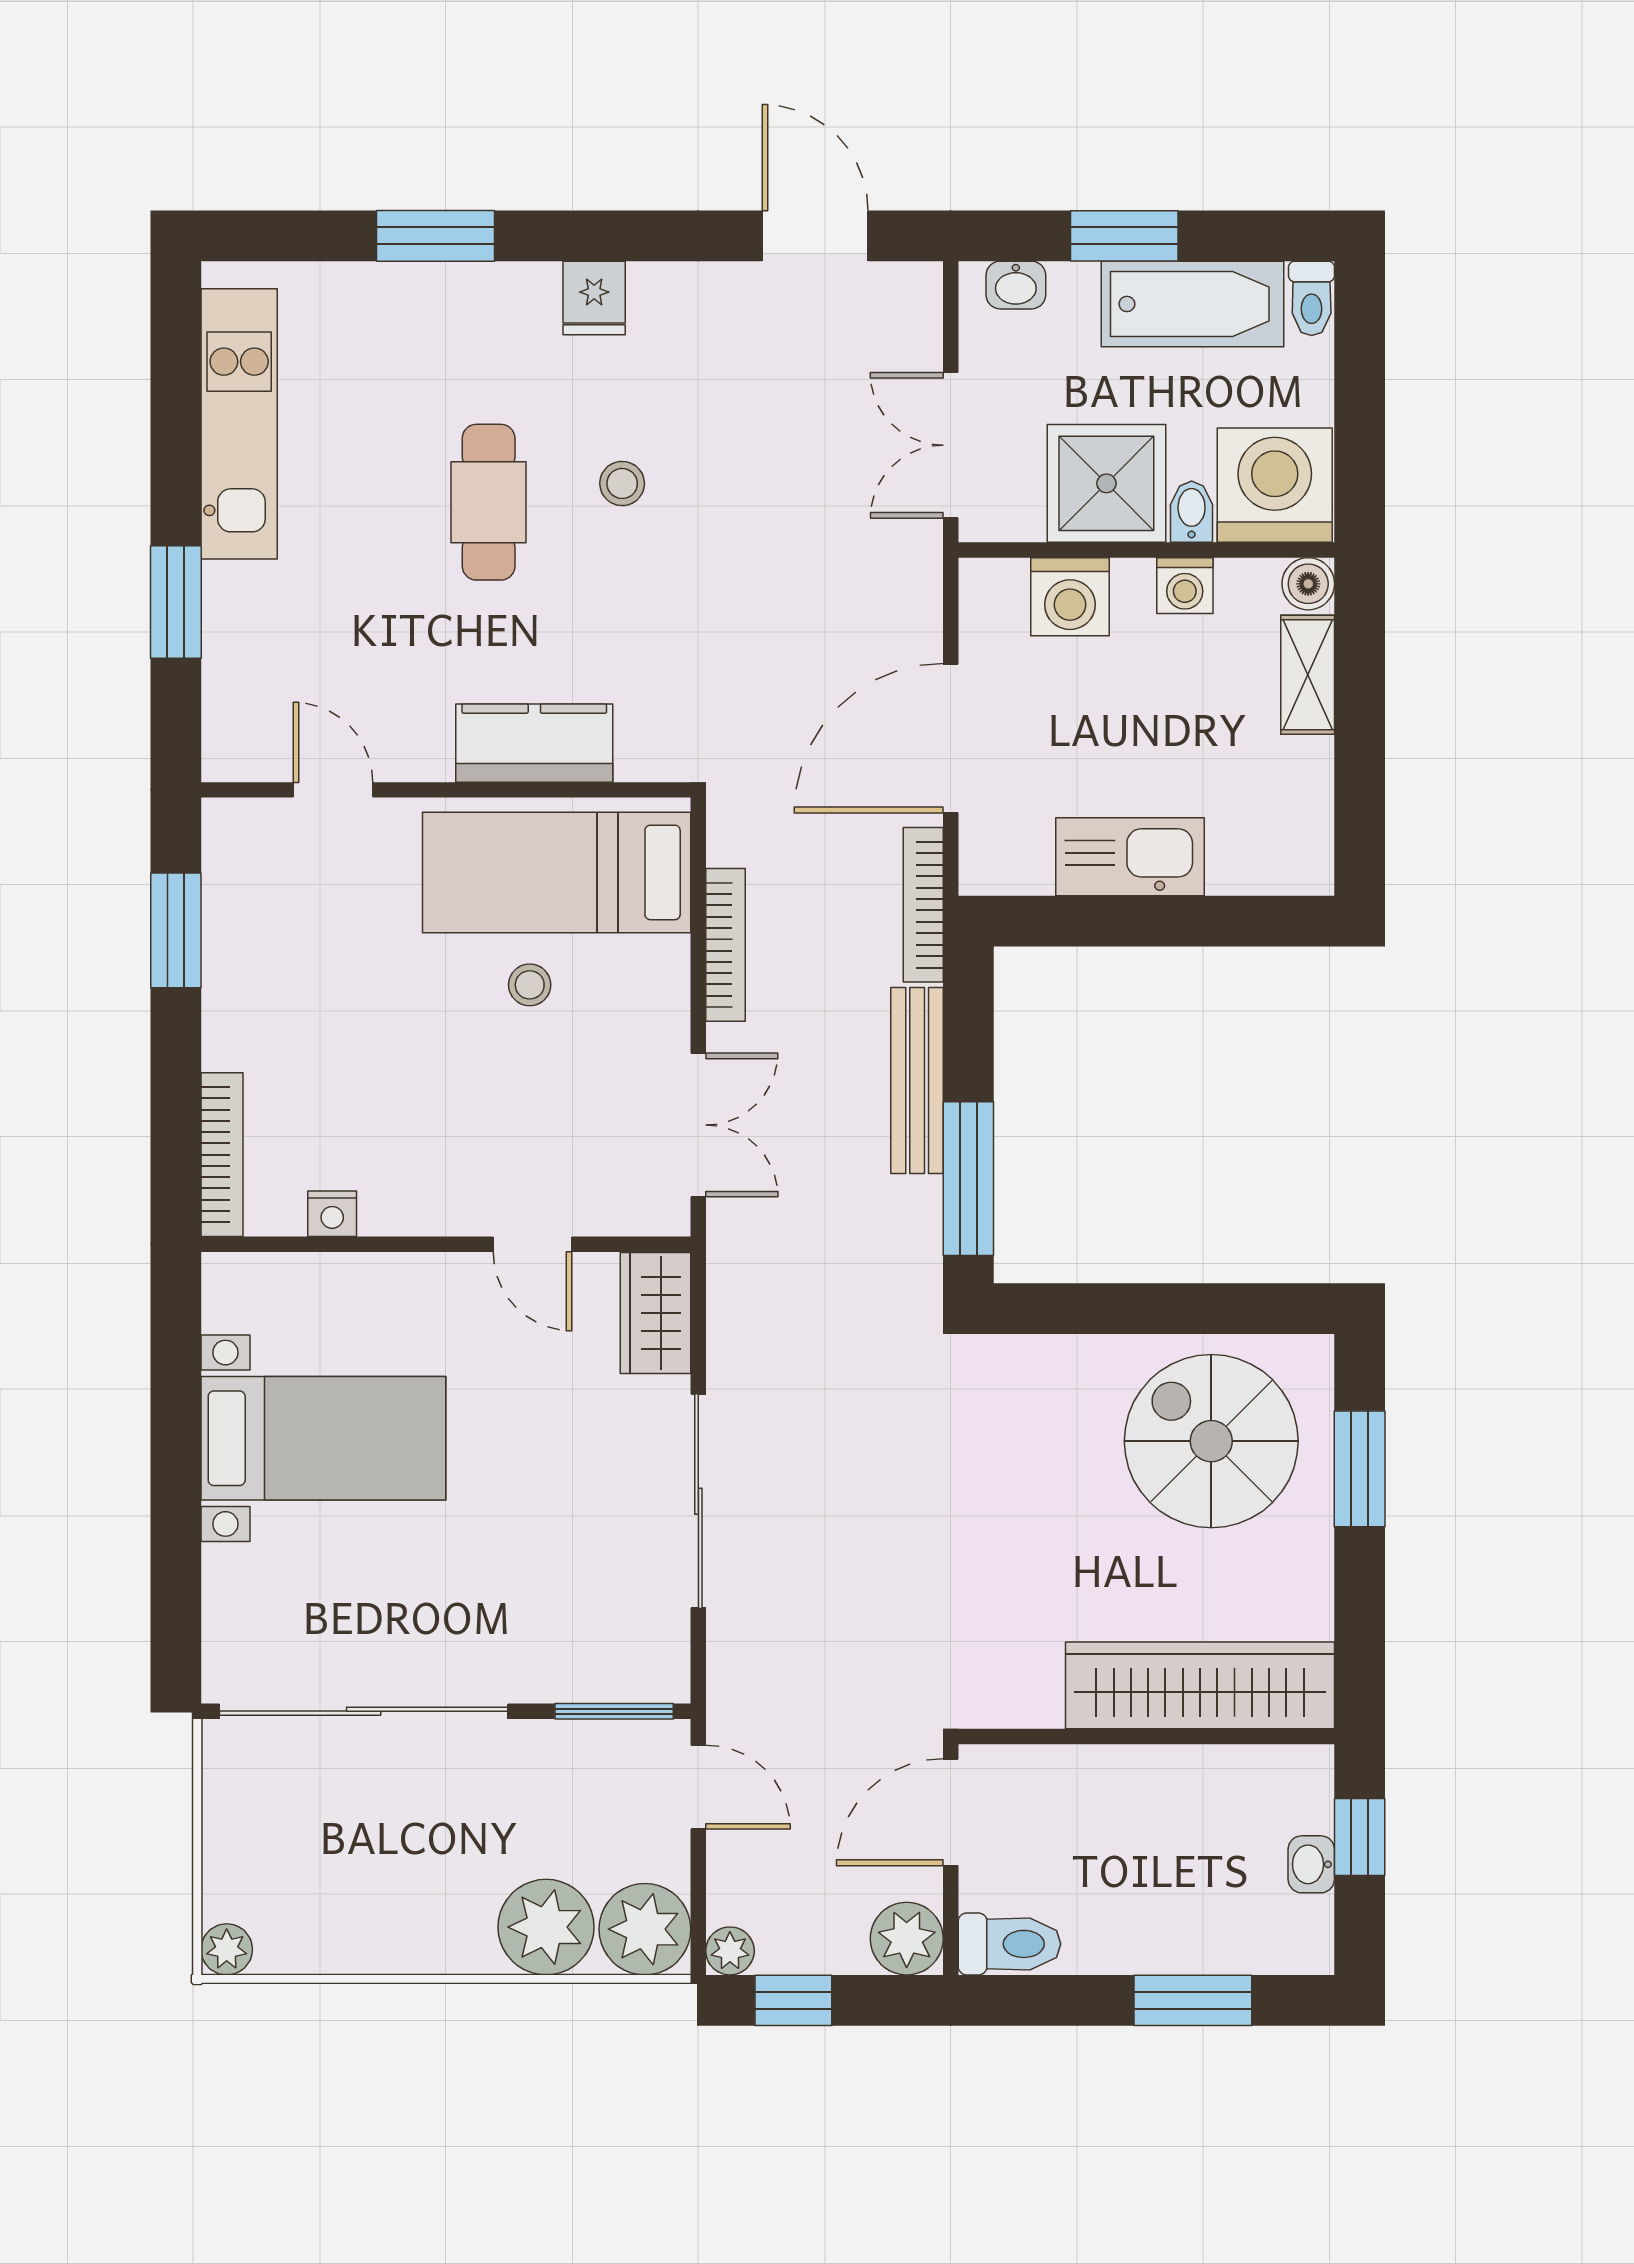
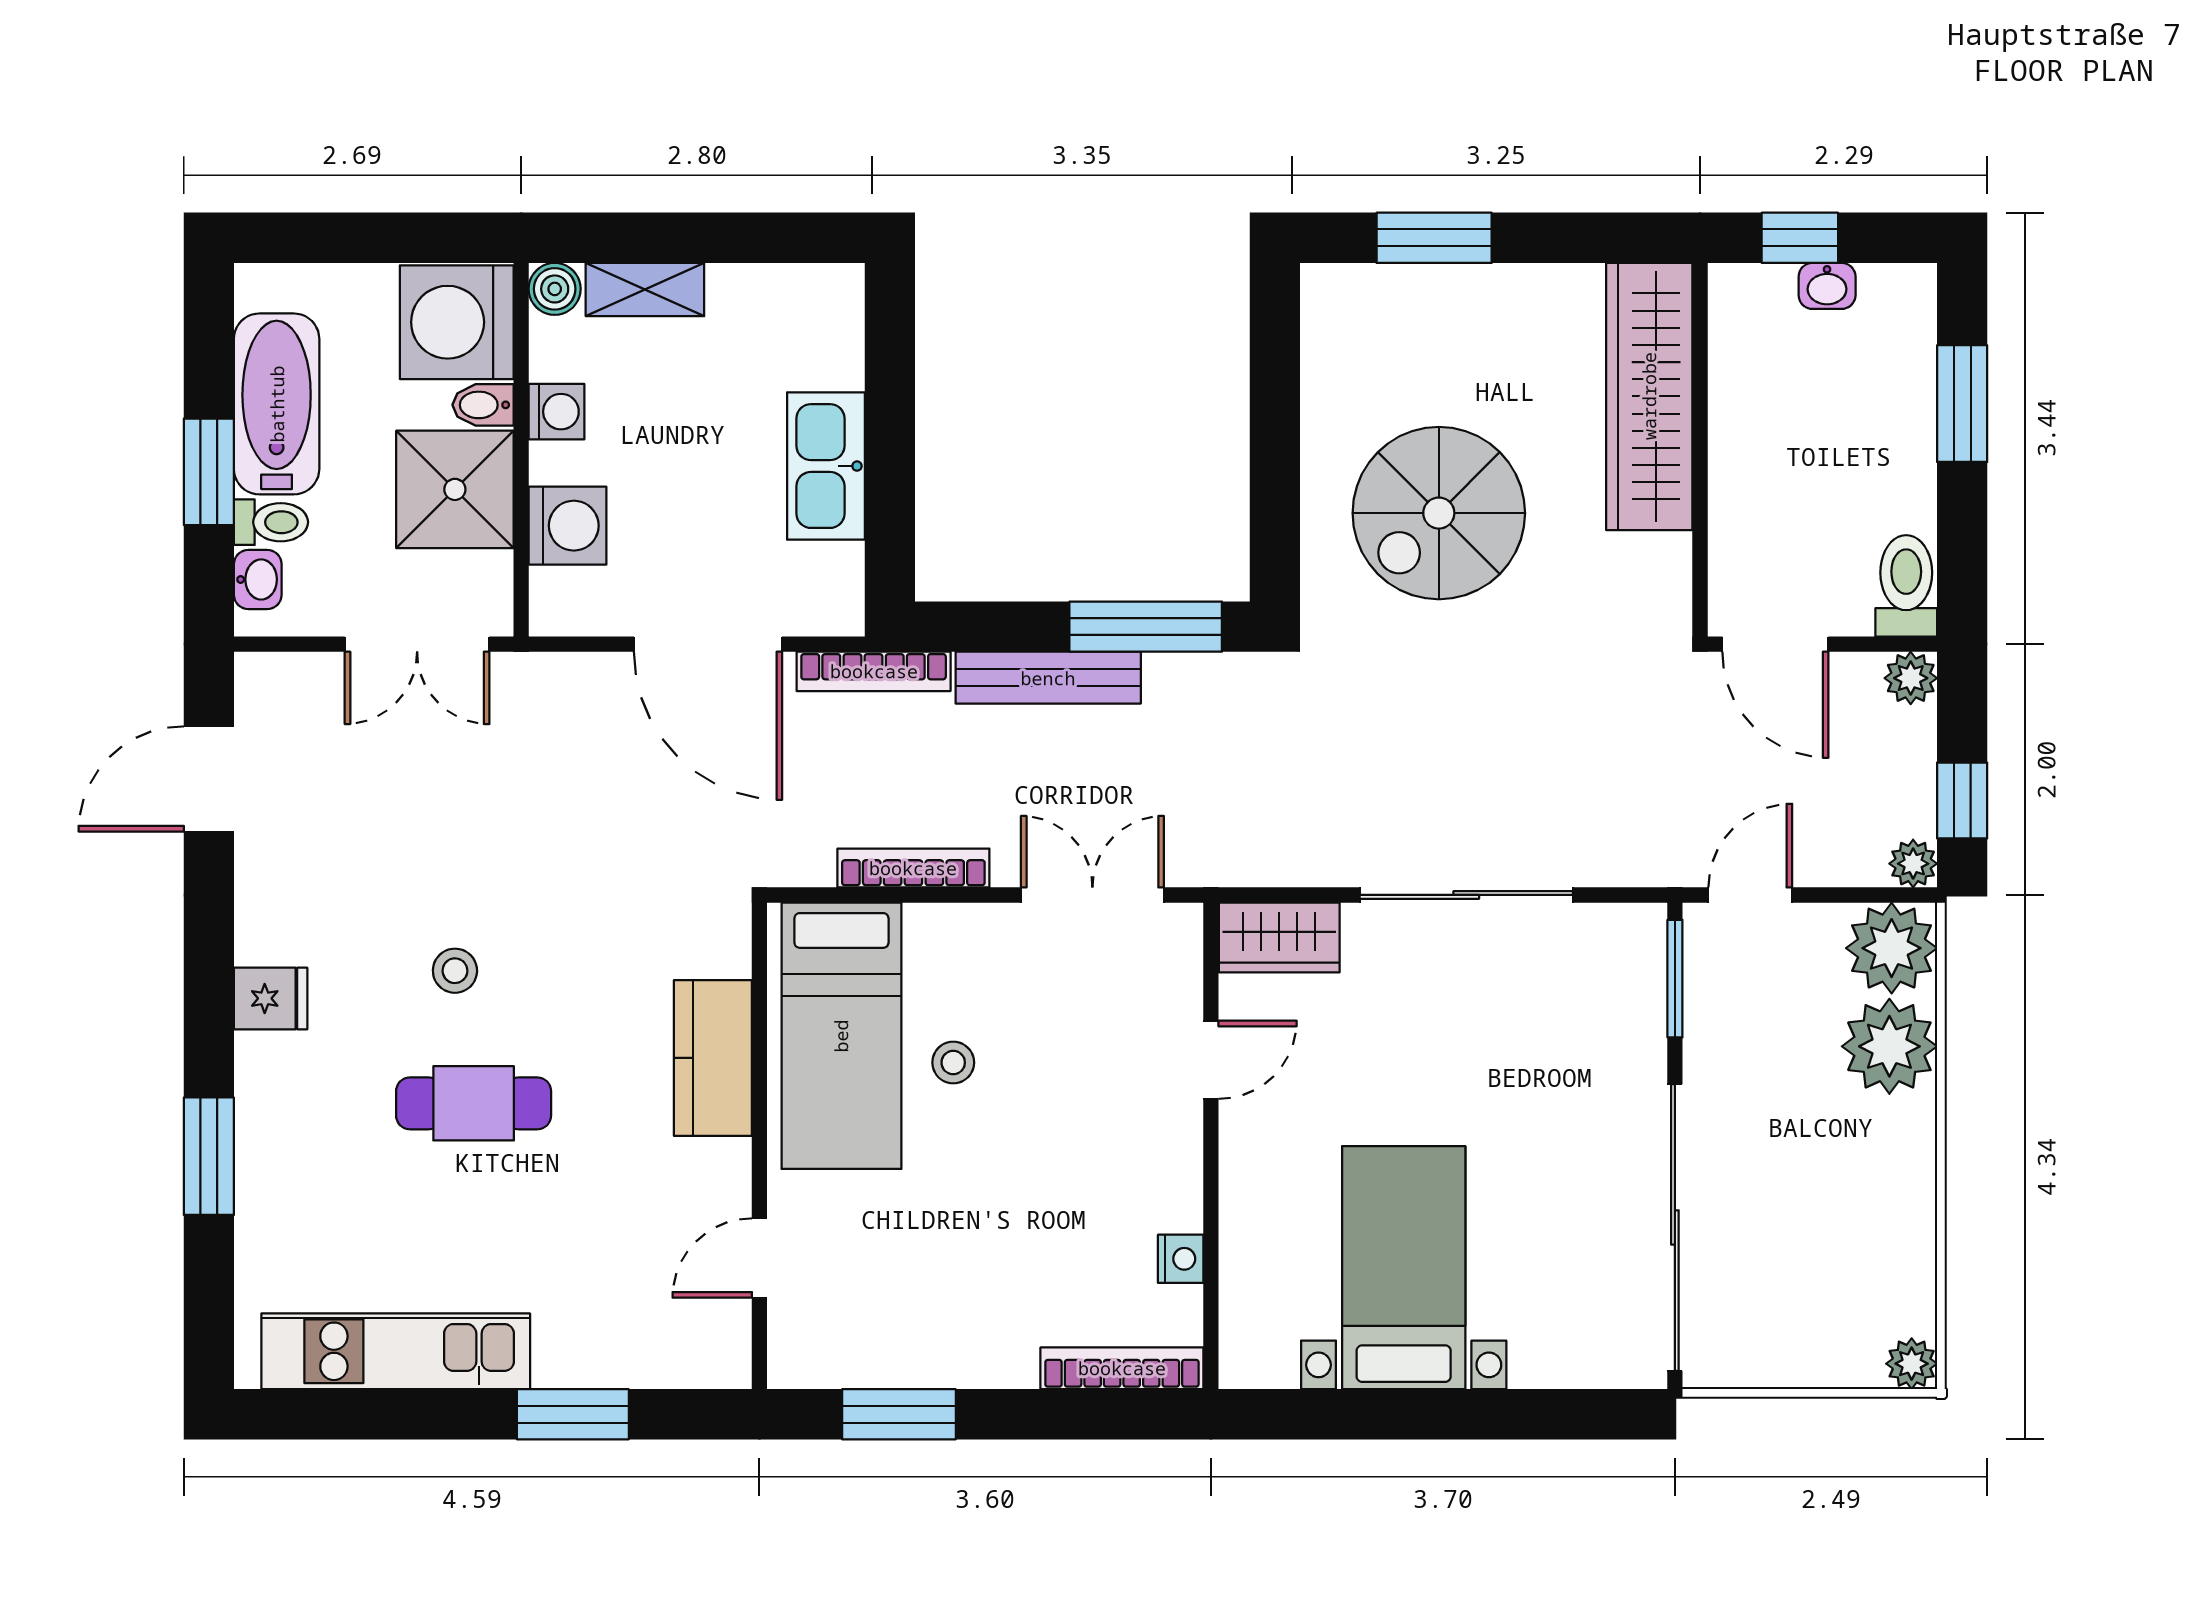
toilet: (1312, 298) -> (271, 522), moved
spiral stairs: (1211, 1441) -> (1439, 513), moved
plant: (907, 1939) -> (1911, 678), width x0.73, depth x0.73

